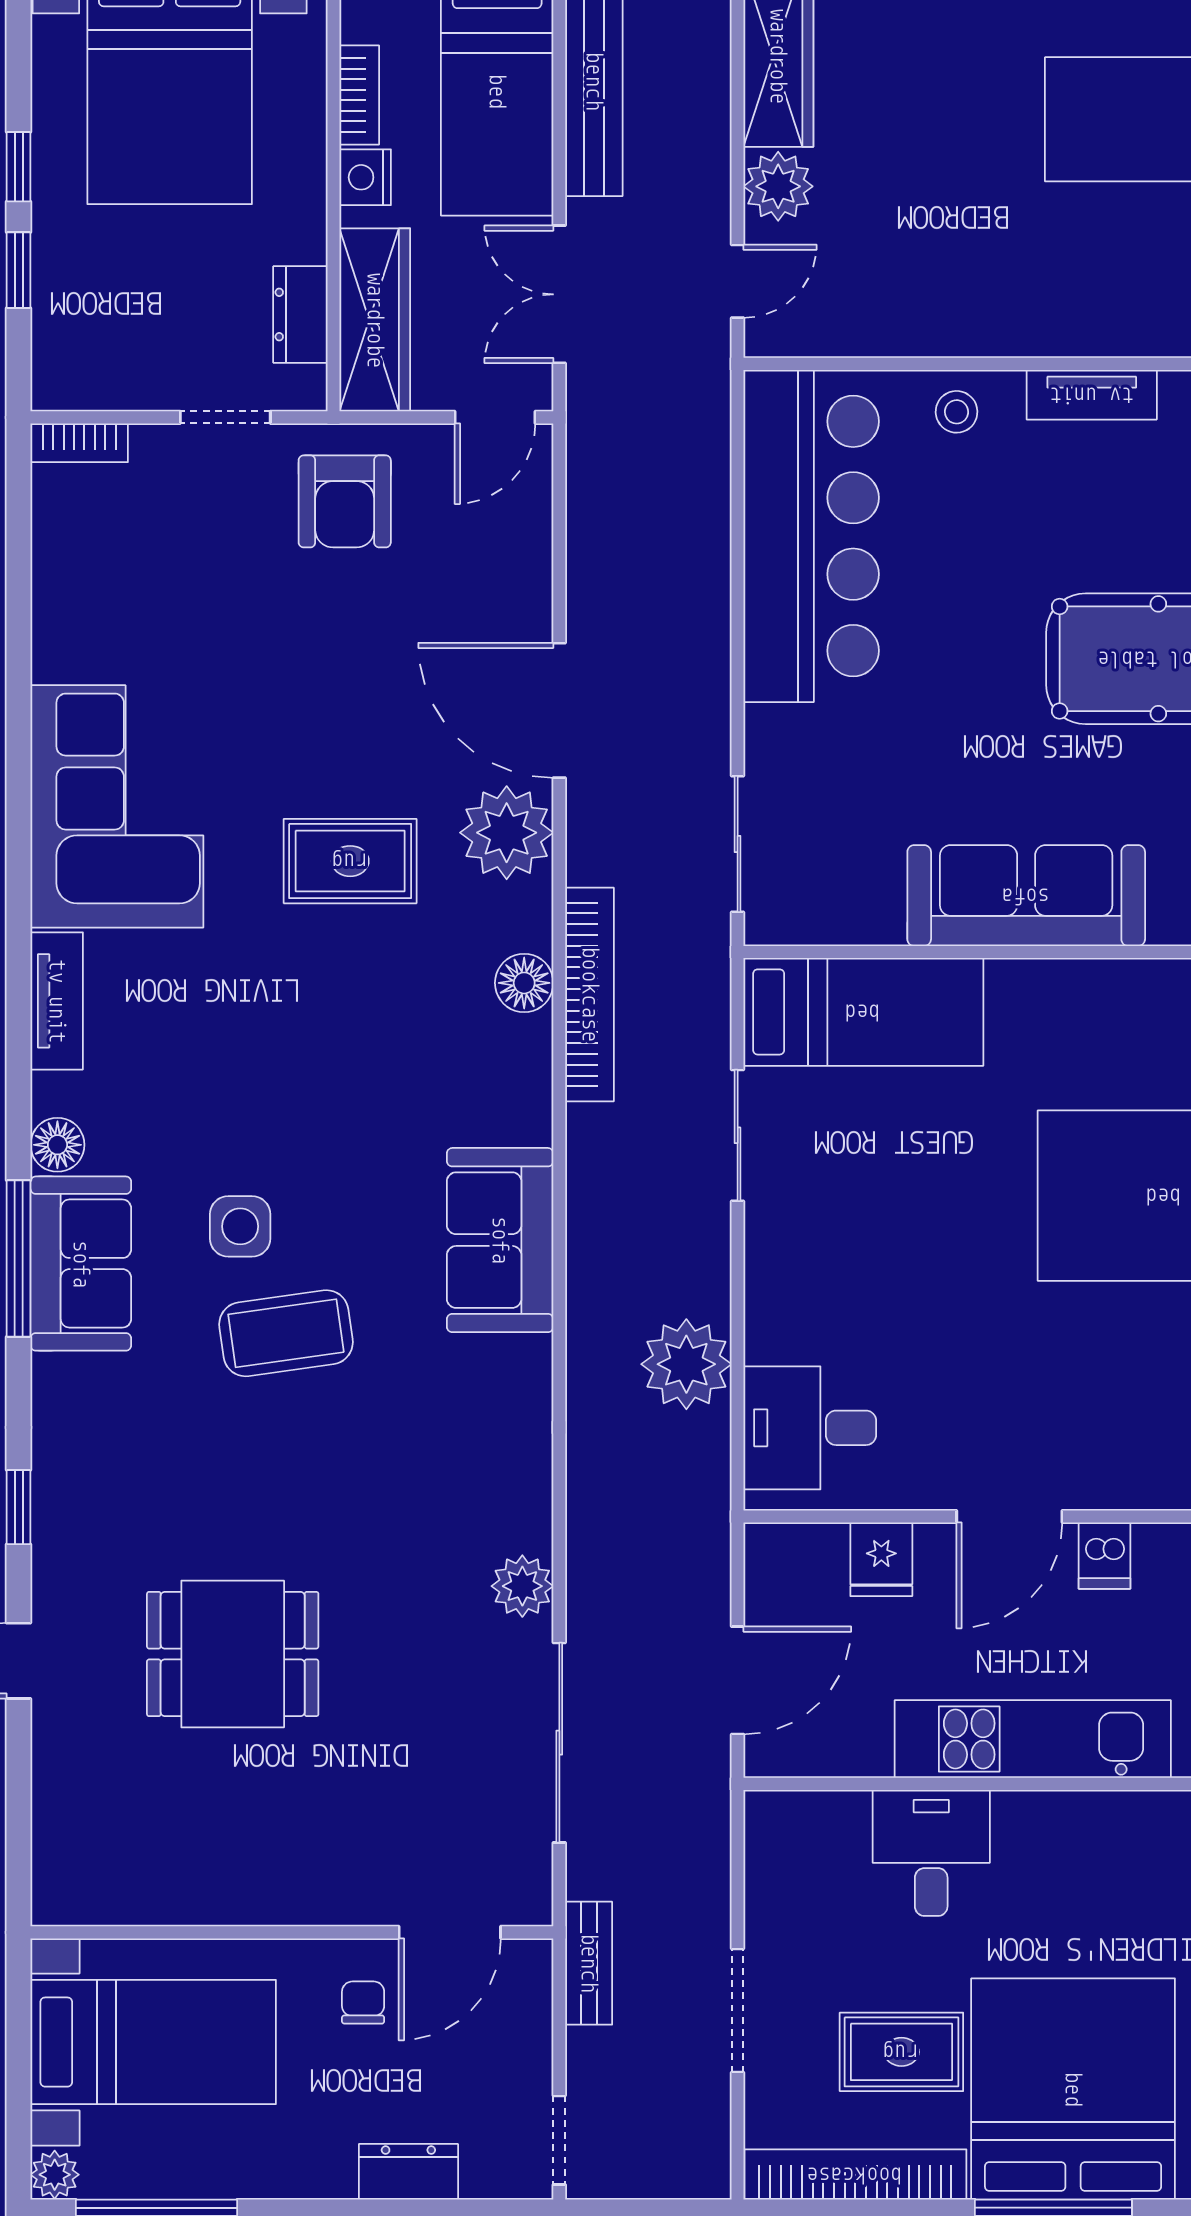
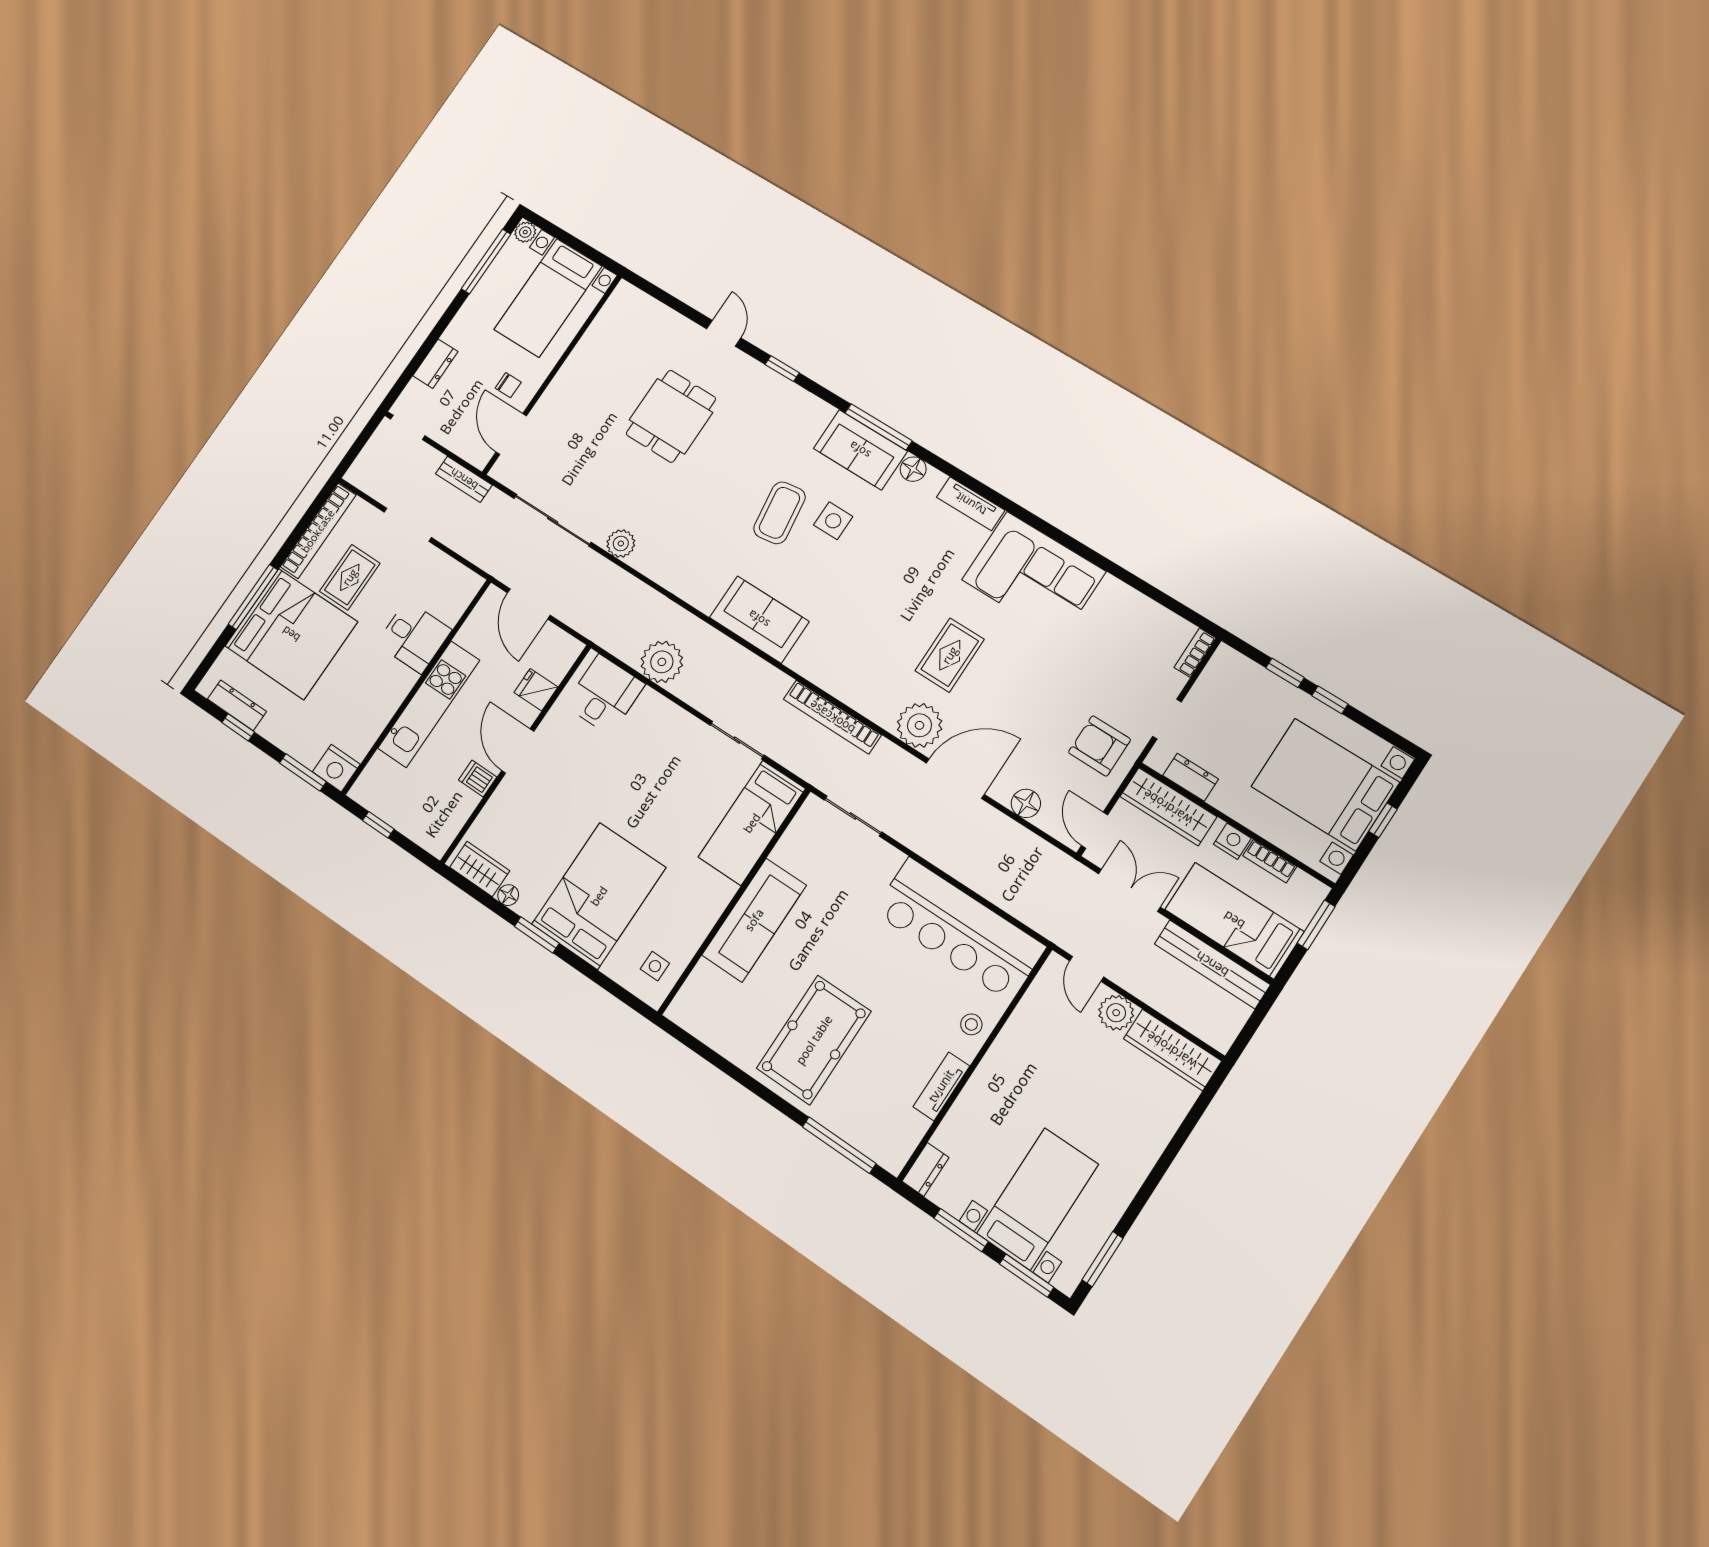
floor lamp: (524, 983) -> (1026, 803), moved

